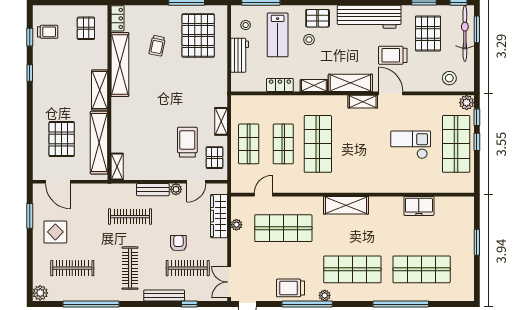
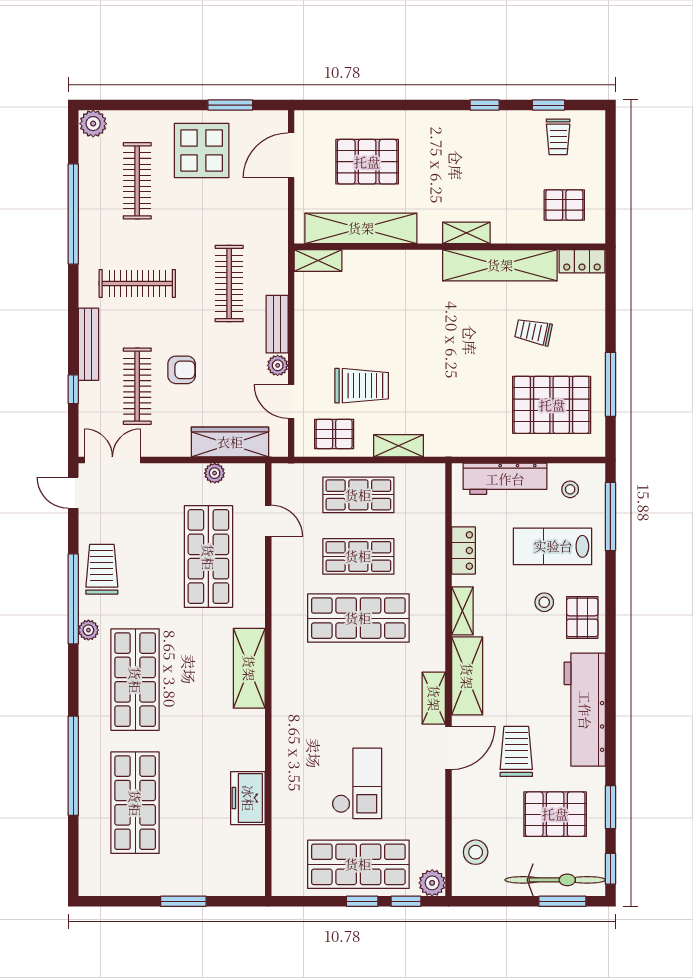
workbench: (240, 55) -> (505, 479), width x1.38
shelving: (100, 90) -> (466, 233), width x0.67, depth x0.75
display table: (55, 232) -> (202, 150), width x1.36, depth x1.36

